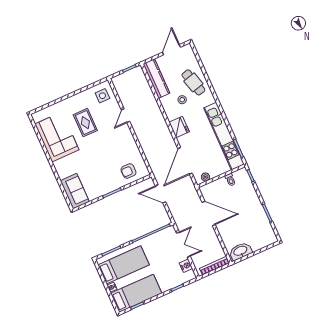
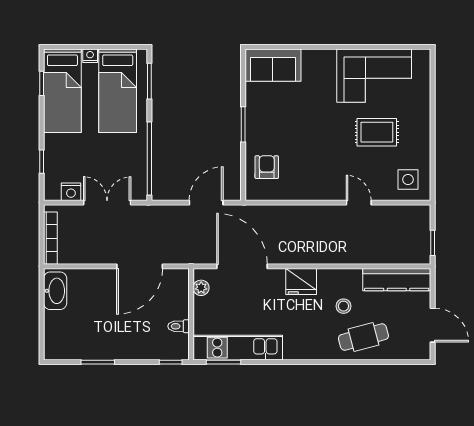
kitchen unit: (224, 136) -> (238, 348), width x0.73
double door: (183, 245) -> (107, 203), swing flipped

